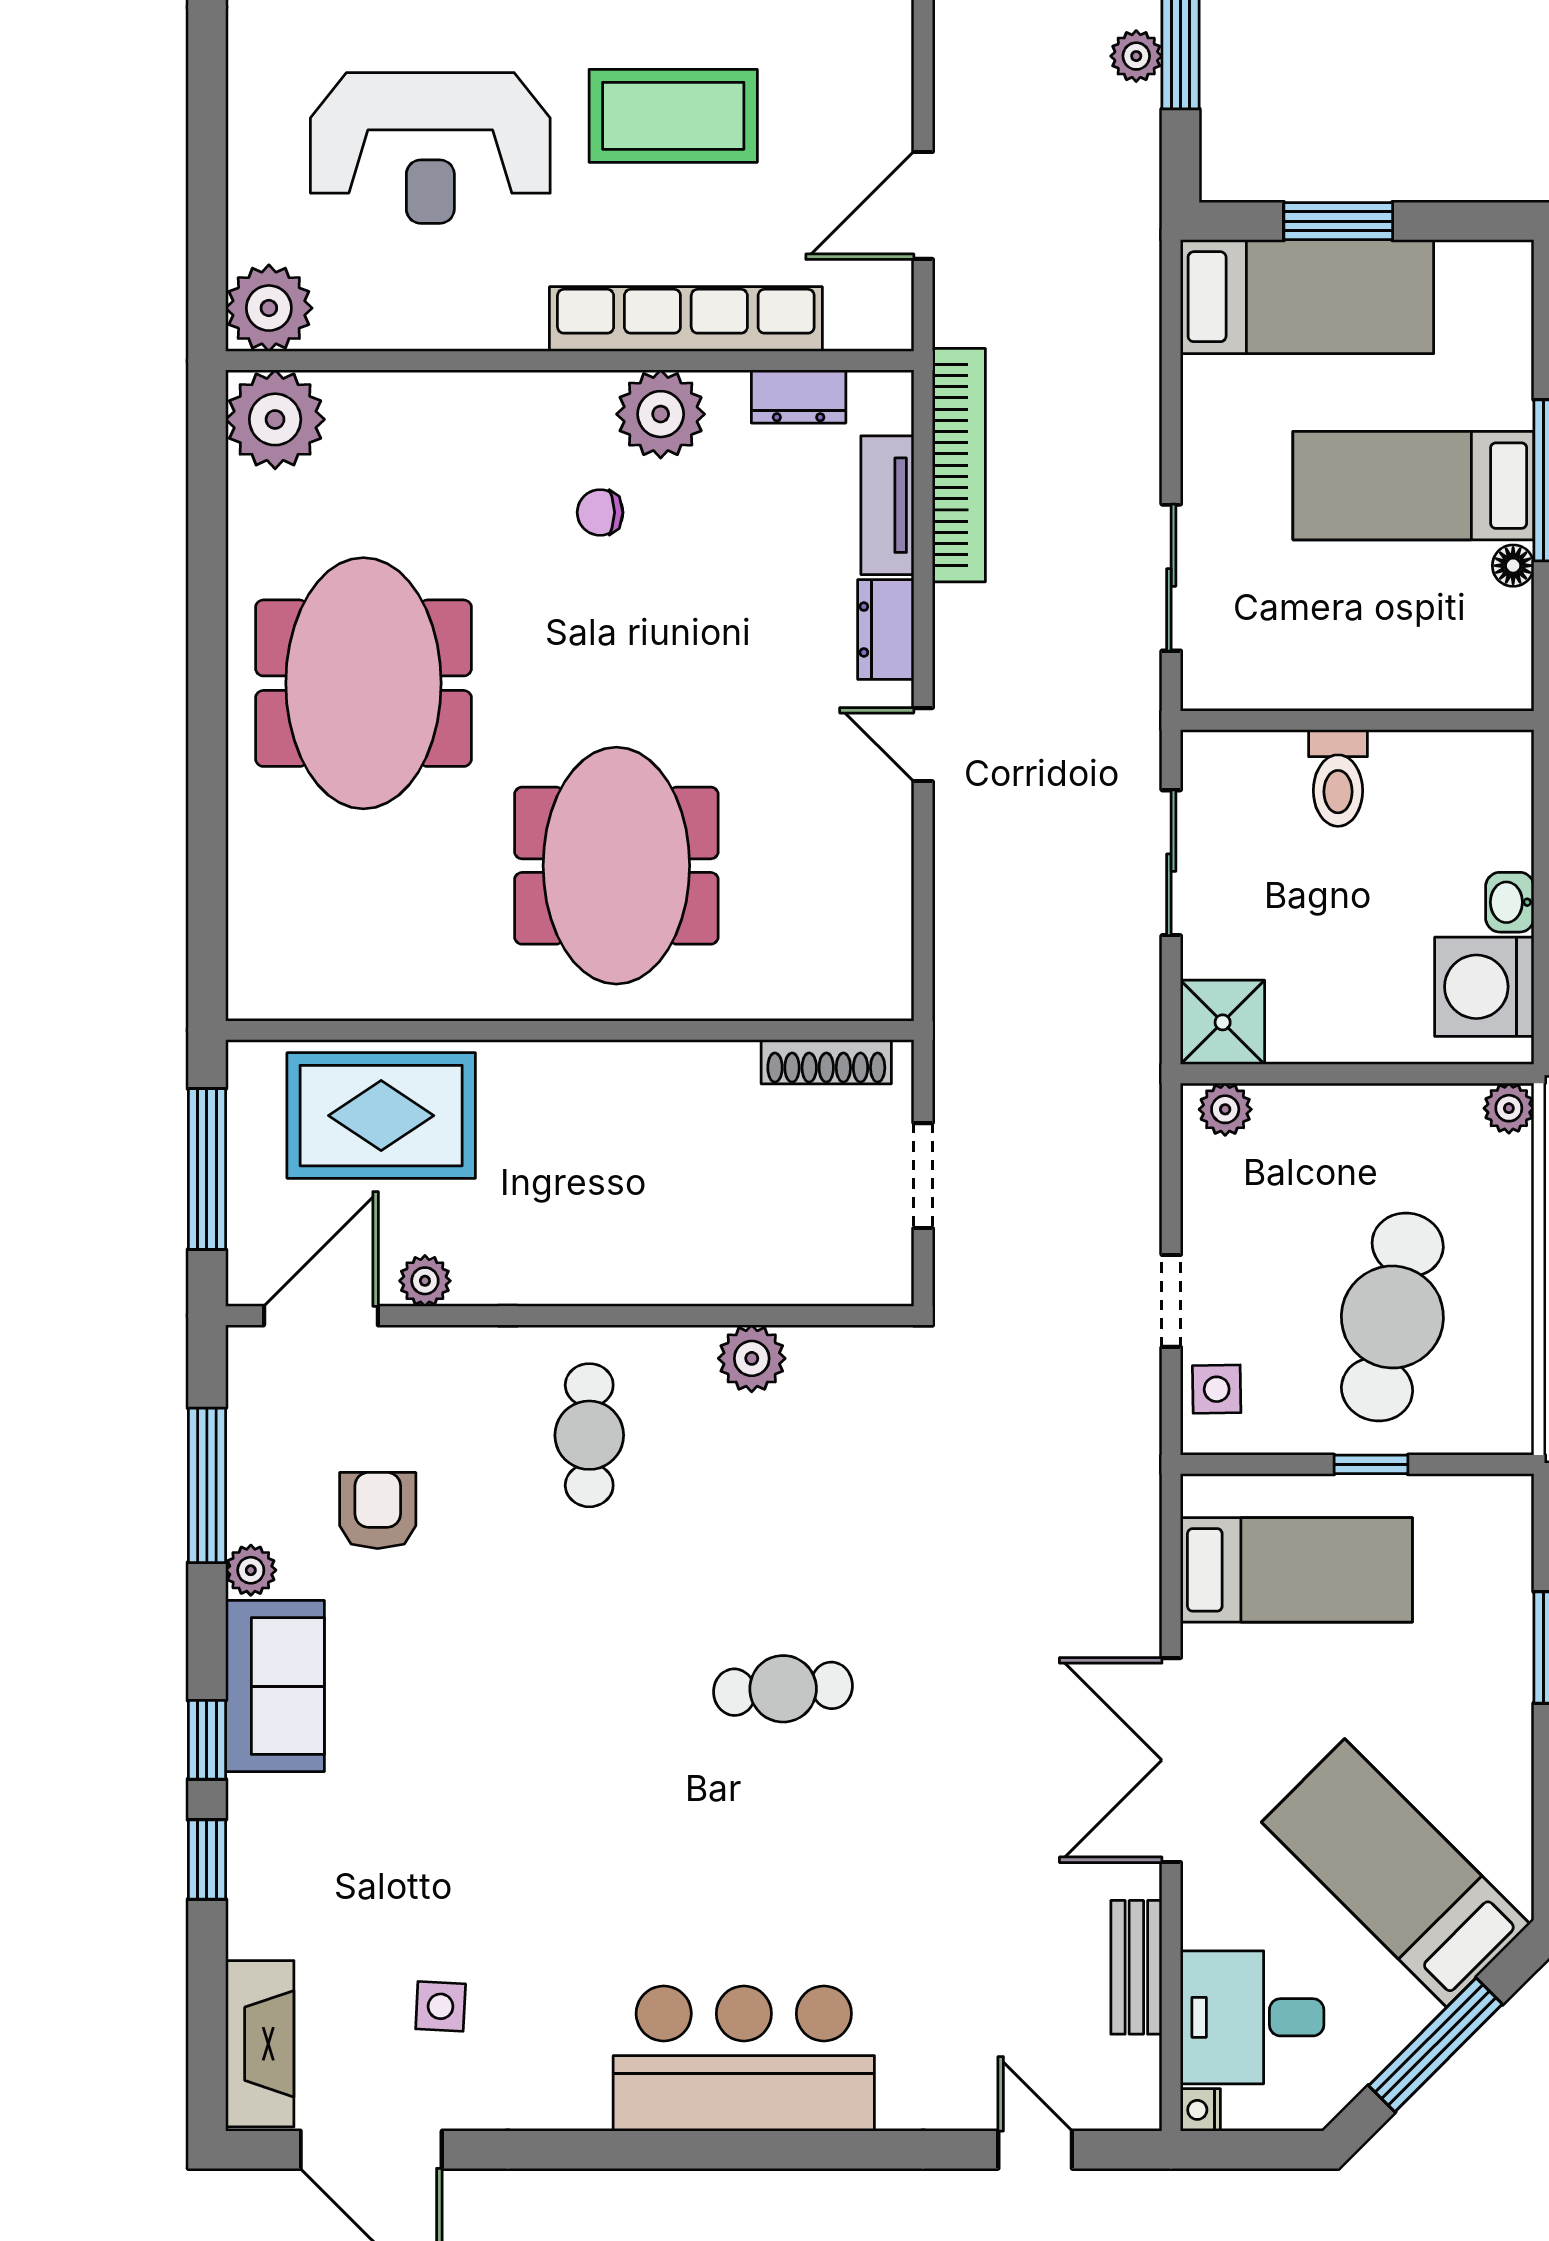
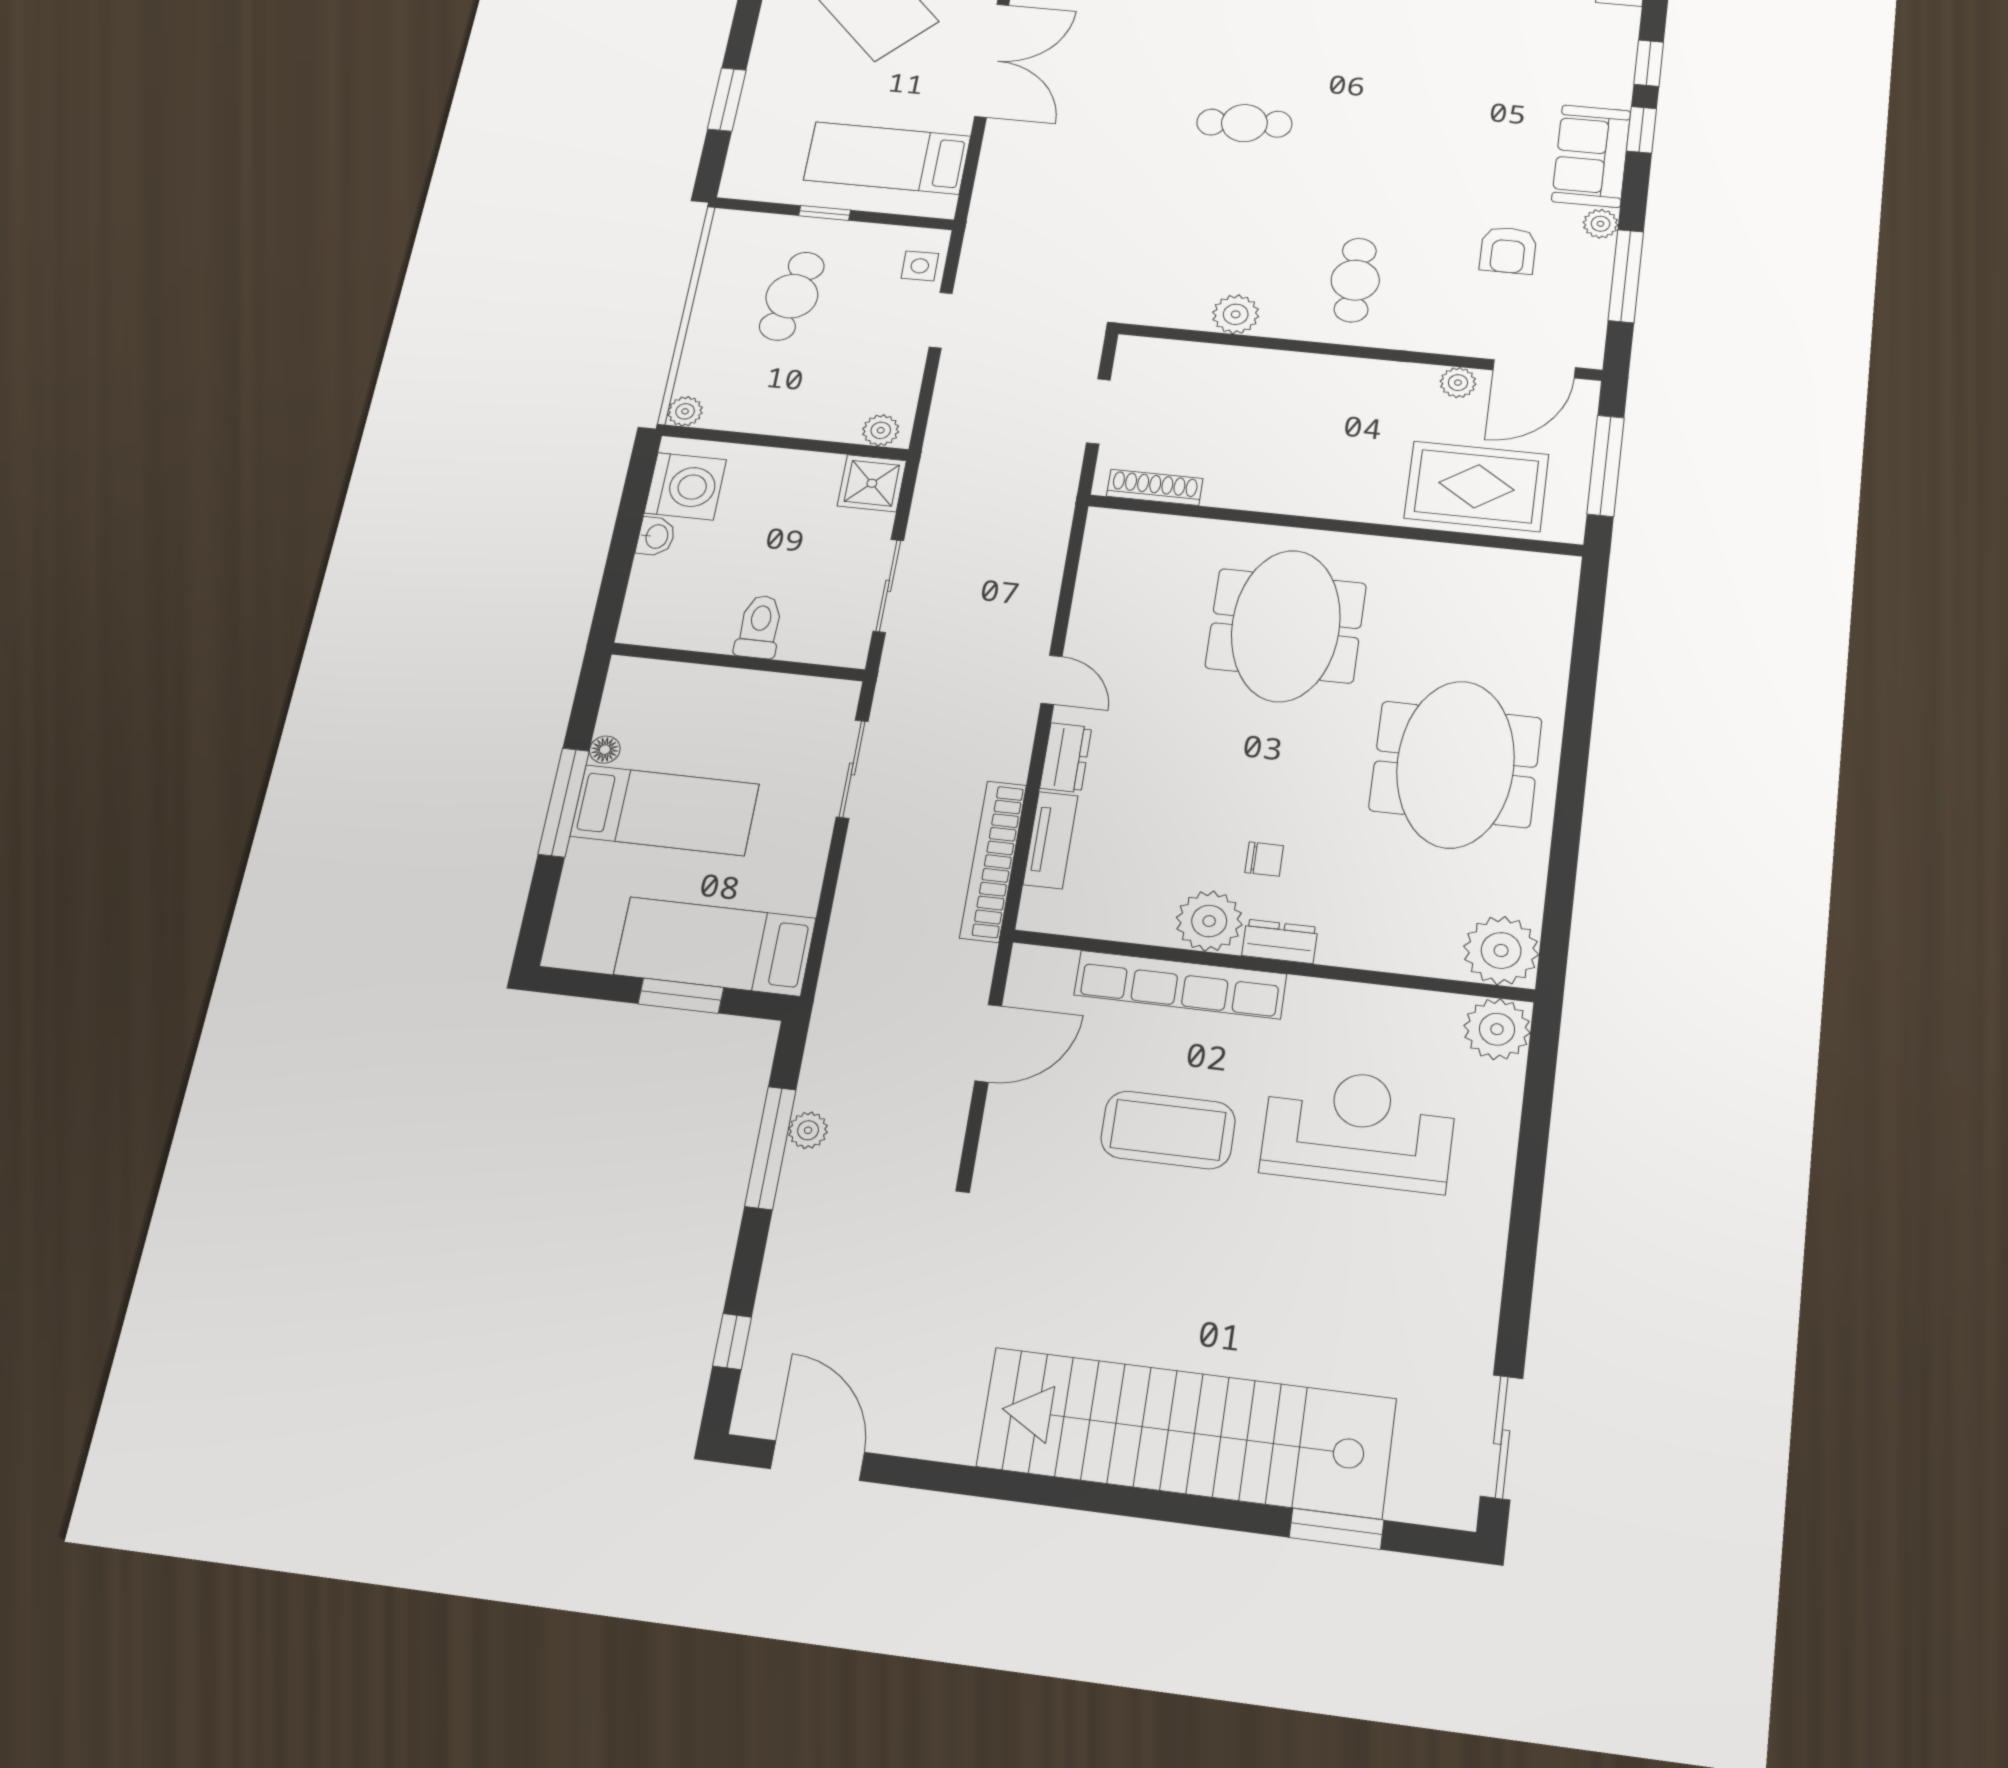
dresser: (799, 397) -> (1280, 941), moved
cafe table: (1392, 1317) -> (792, 296), width x0.73, depth x0.74

